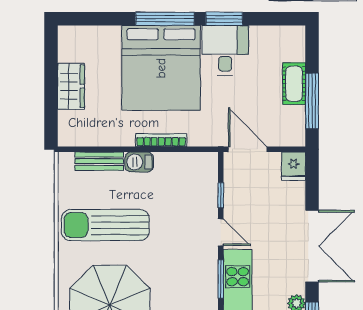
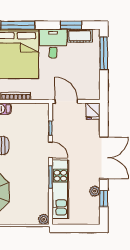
window: (224, 19) -> (71, 25), moved
cot: (294, 84) -> (80, 36), moved, turned 90
window: (312, 101) -> (104, 53), moved

